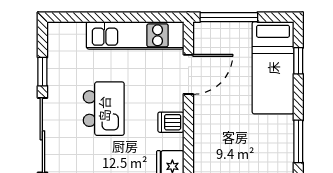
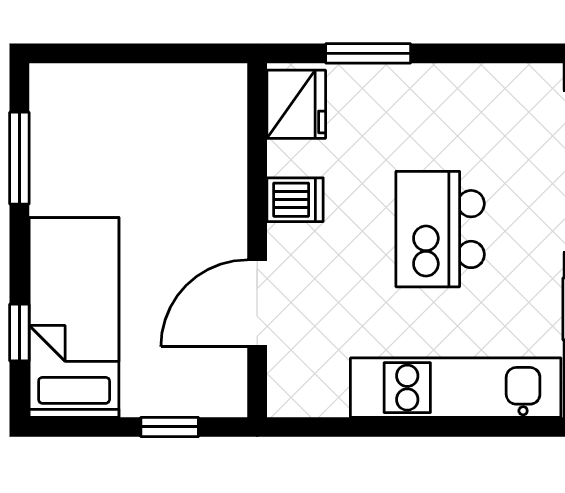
window: (229, 17) -> (170, 427), width x0.46
kitchen unit: (135, 35) -> (456, 388), moved

